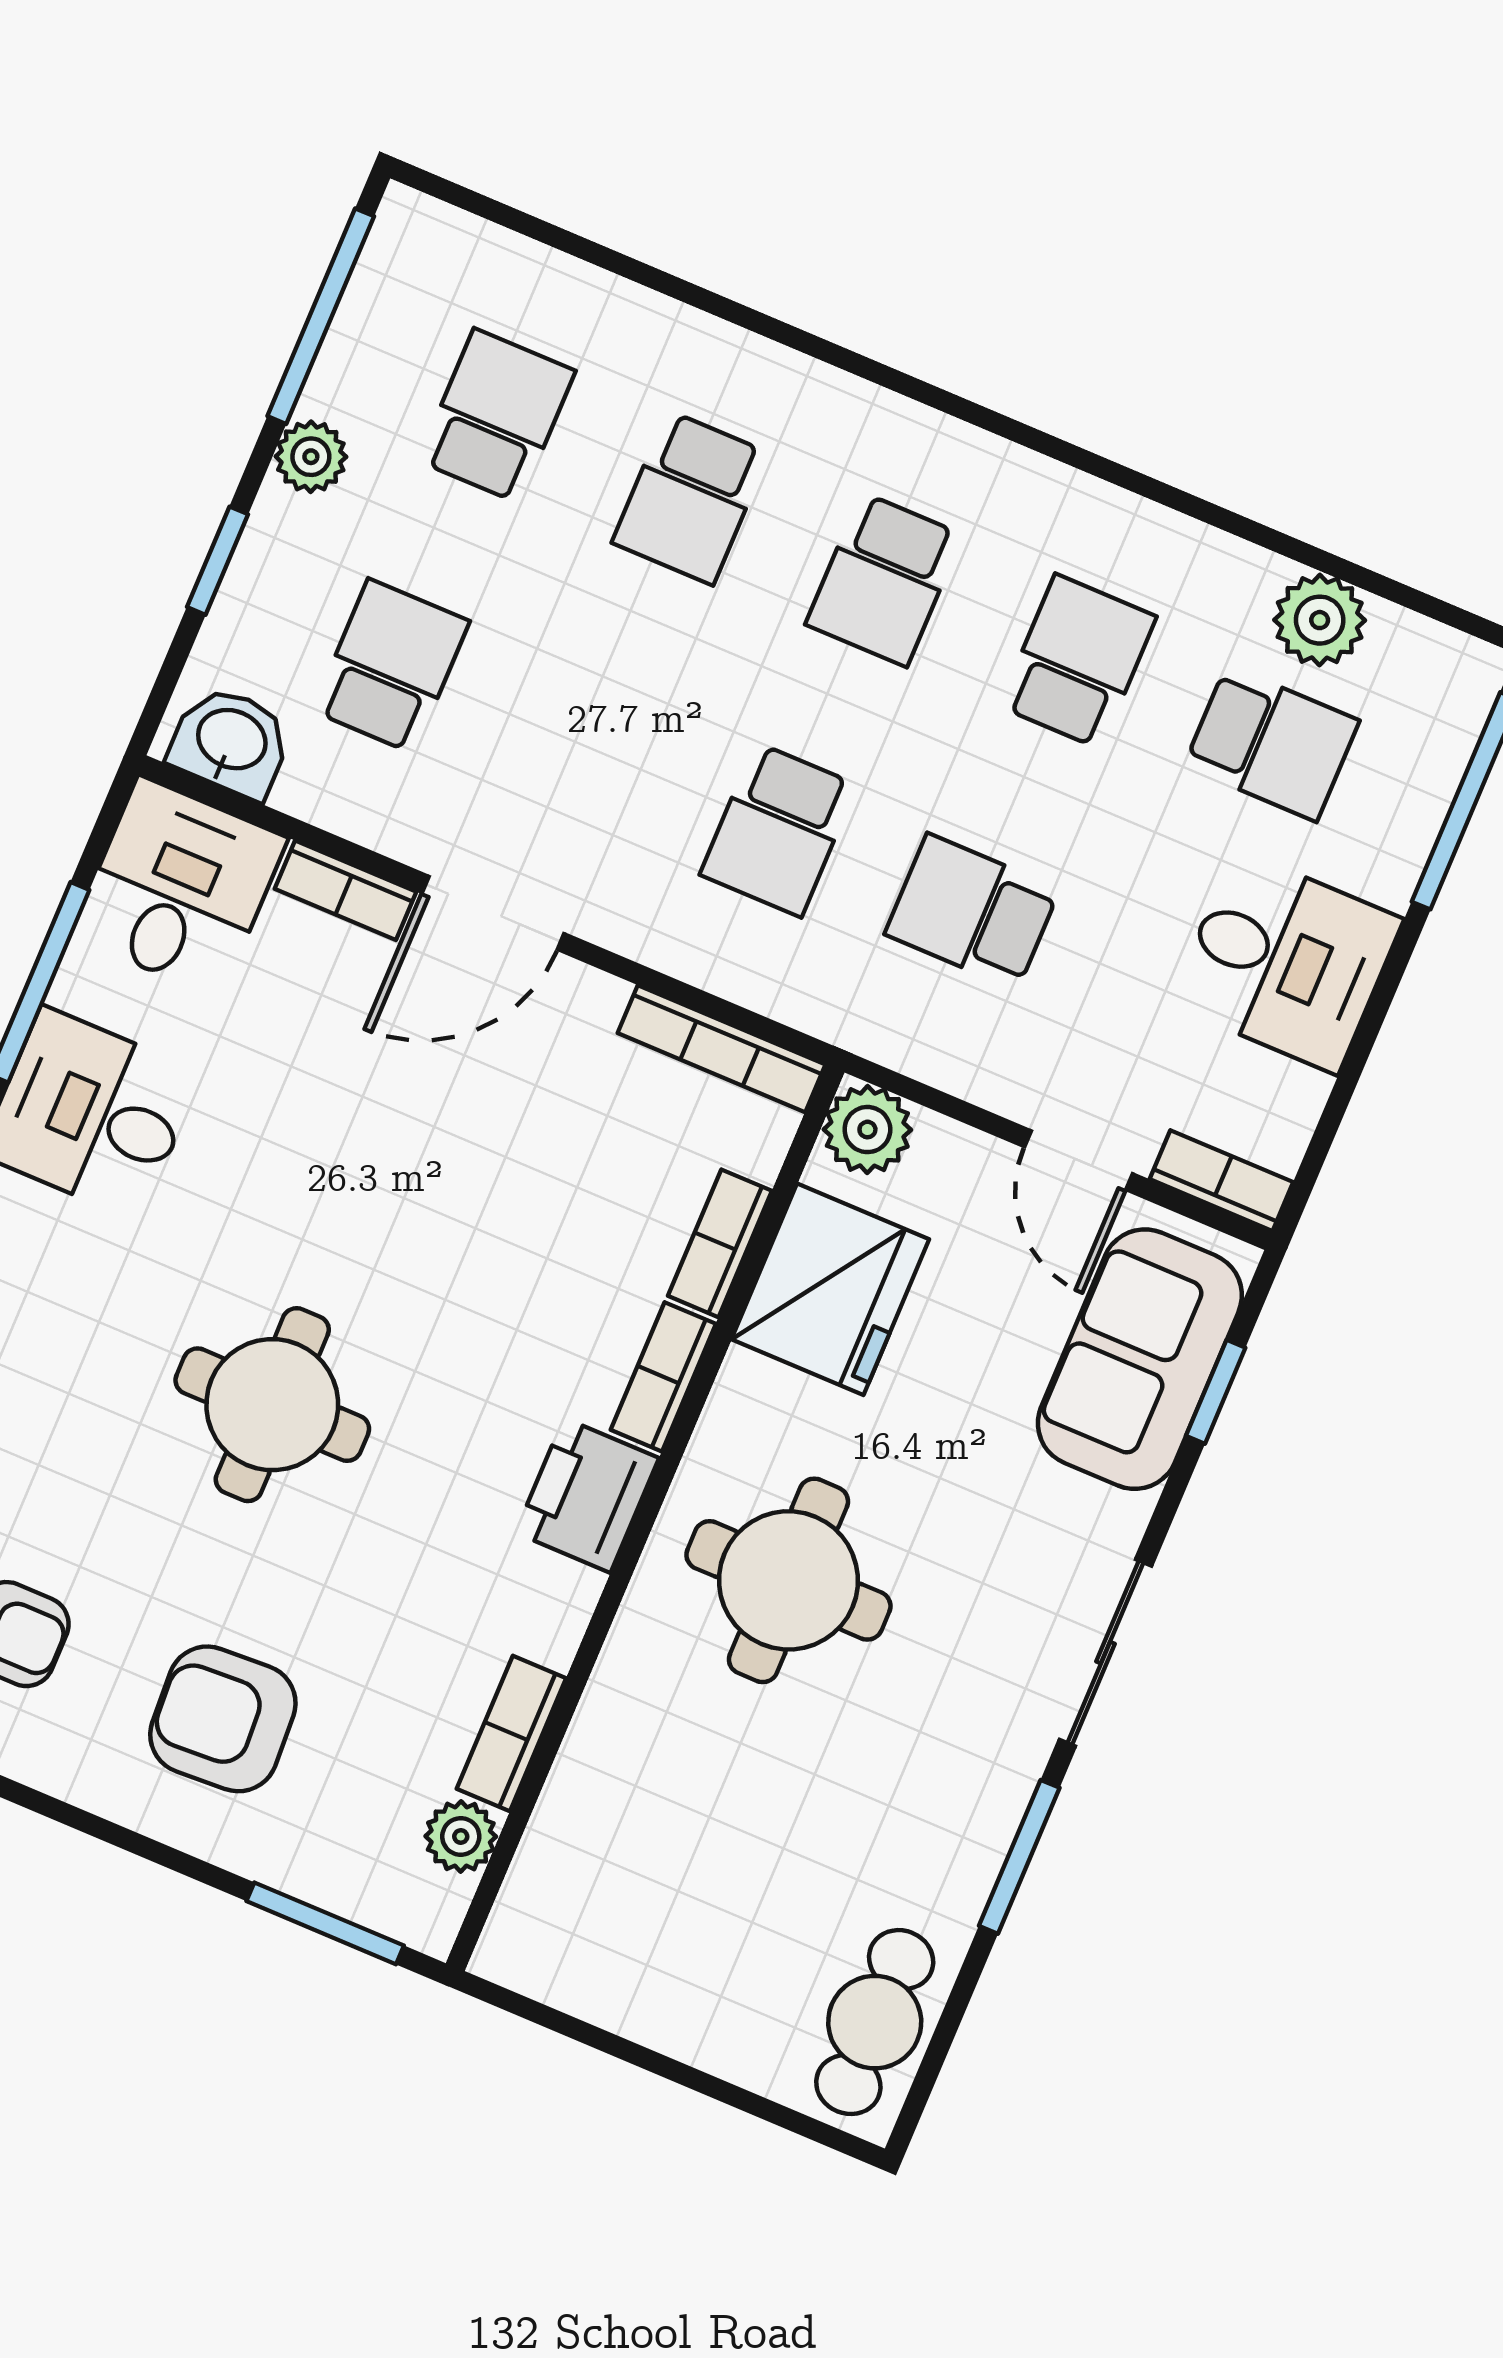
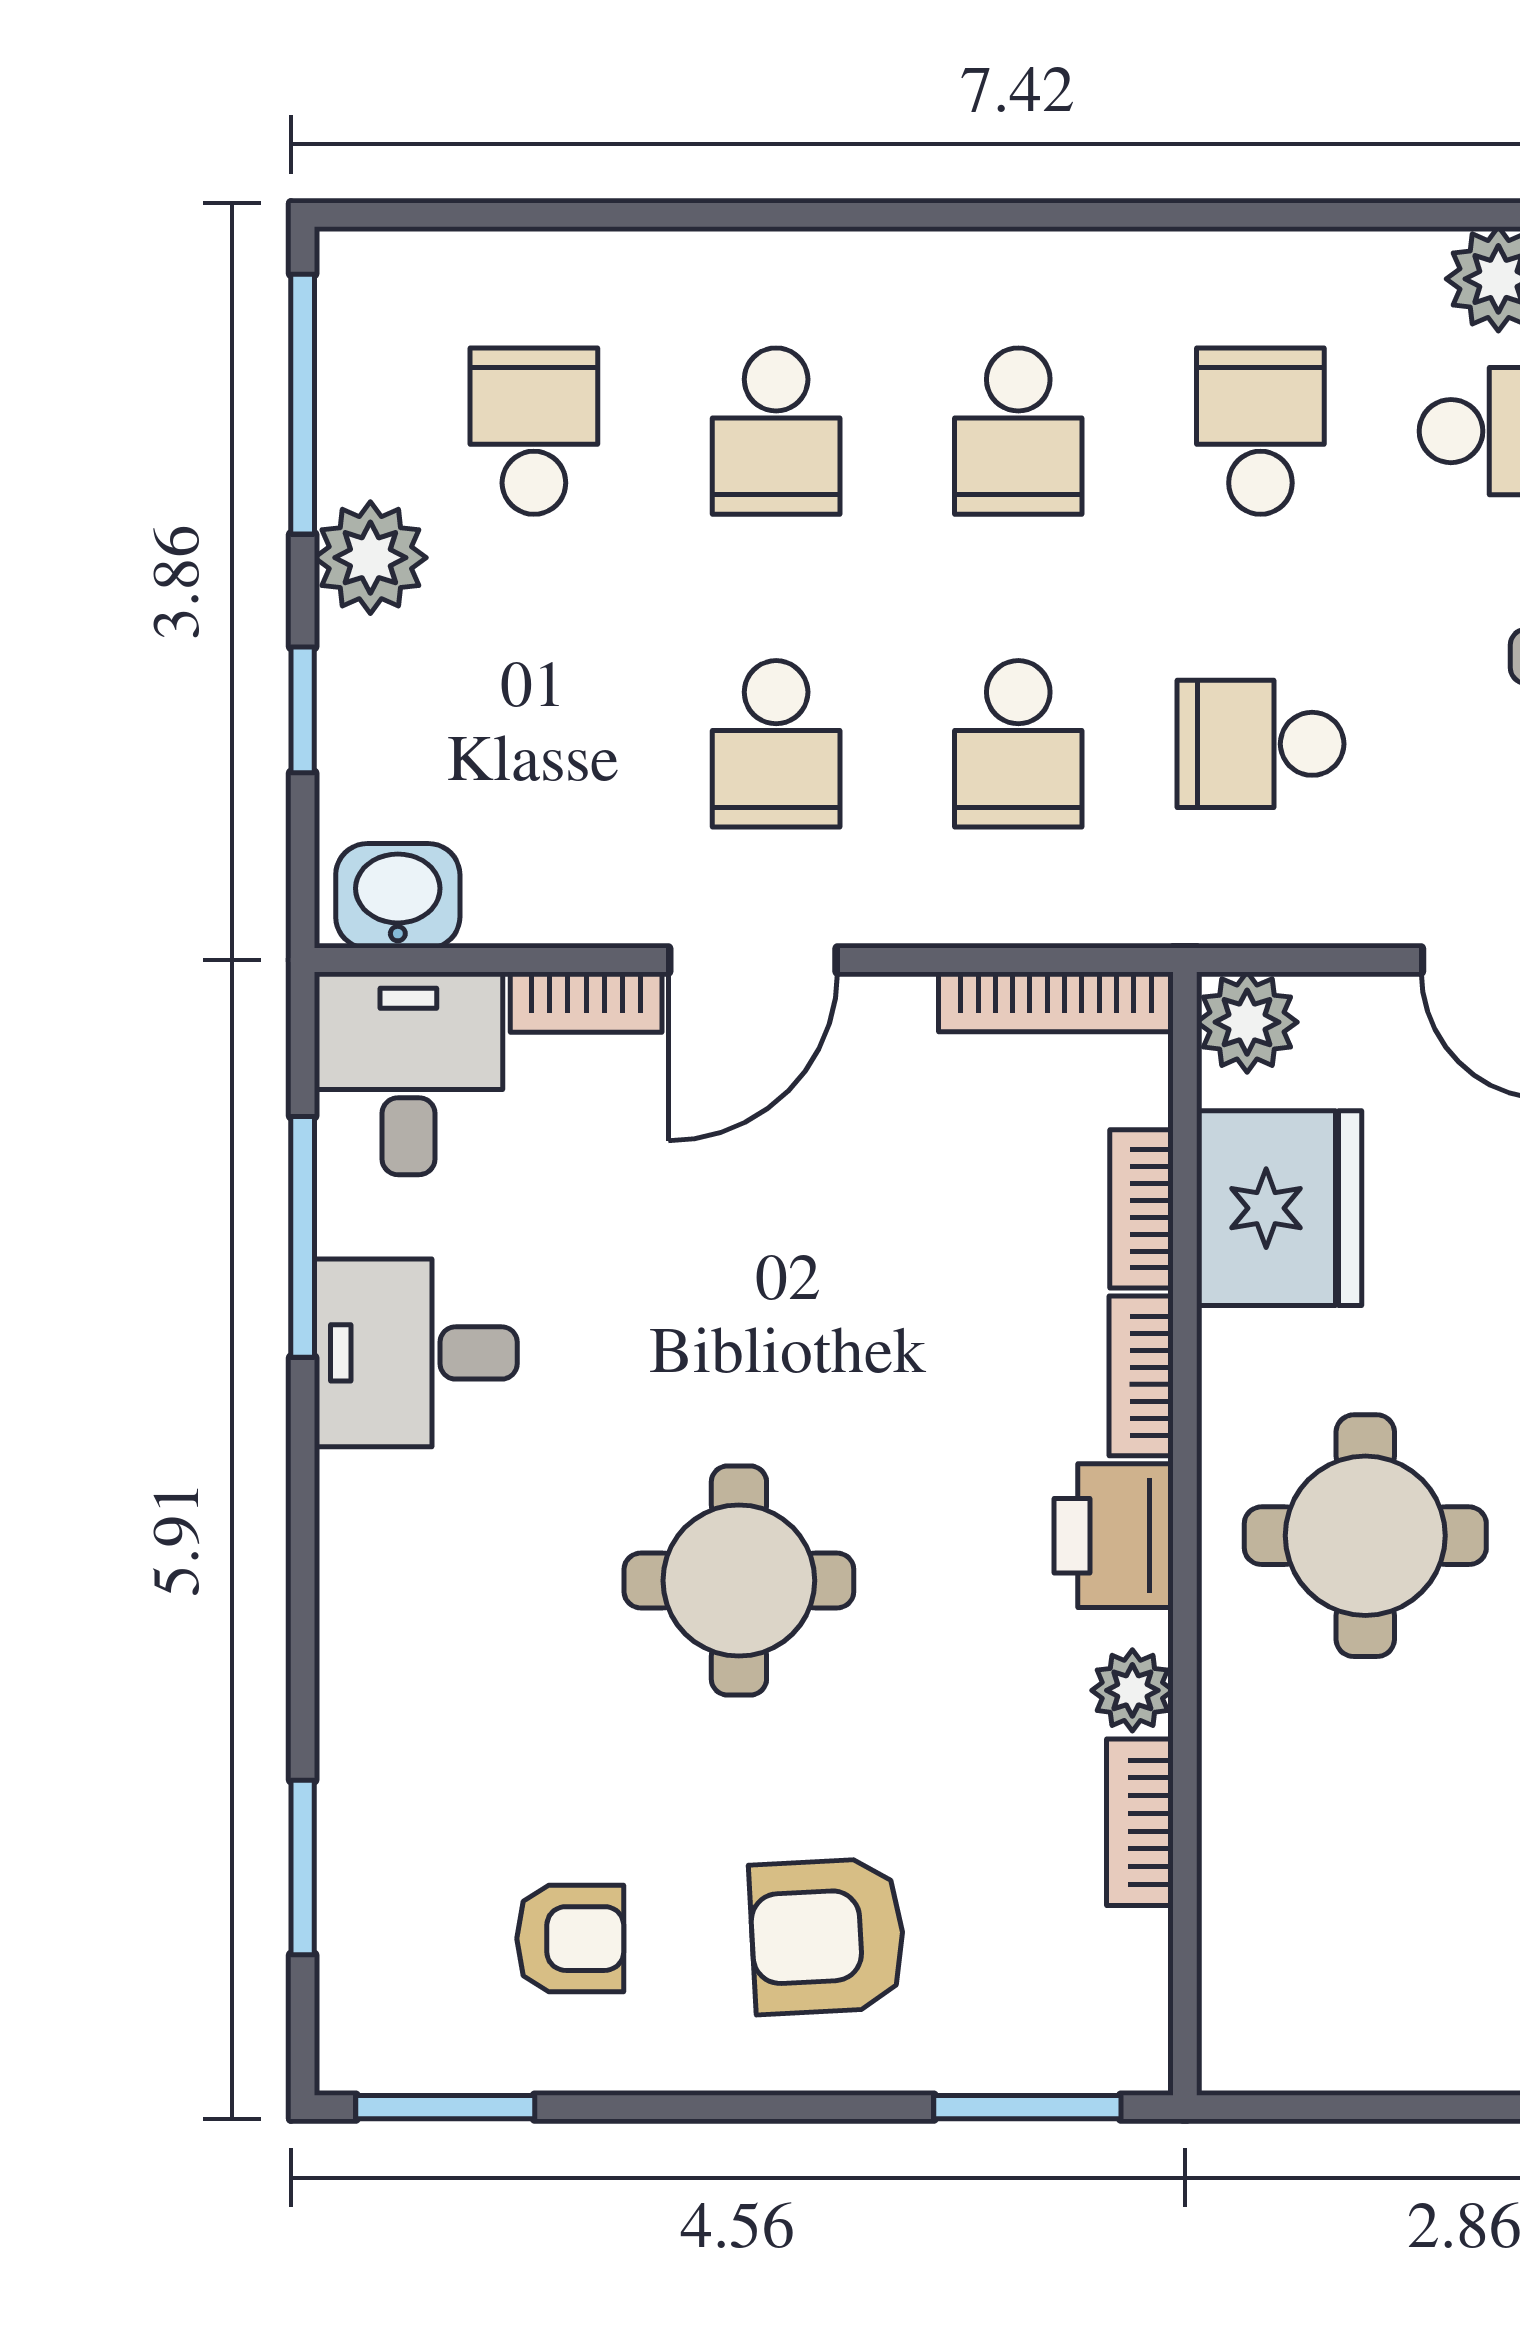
plant: (311, 457) -> (370, 558), width x1.38, depth x1.38
school desk: (391, 666) -> (776, 744), moved, turned 180
plant: (461, 1836) -> (1132, 1690), moved

